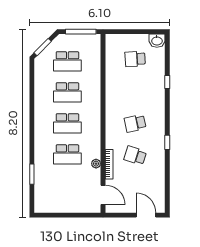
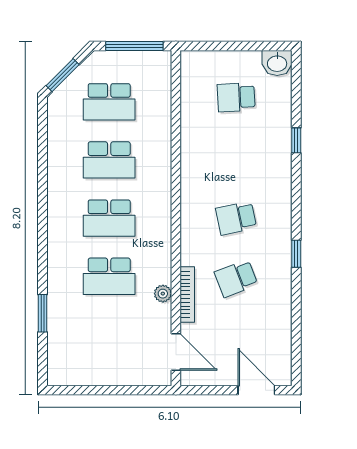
school desk: (135, 156) -> (236, 278), turned -39

